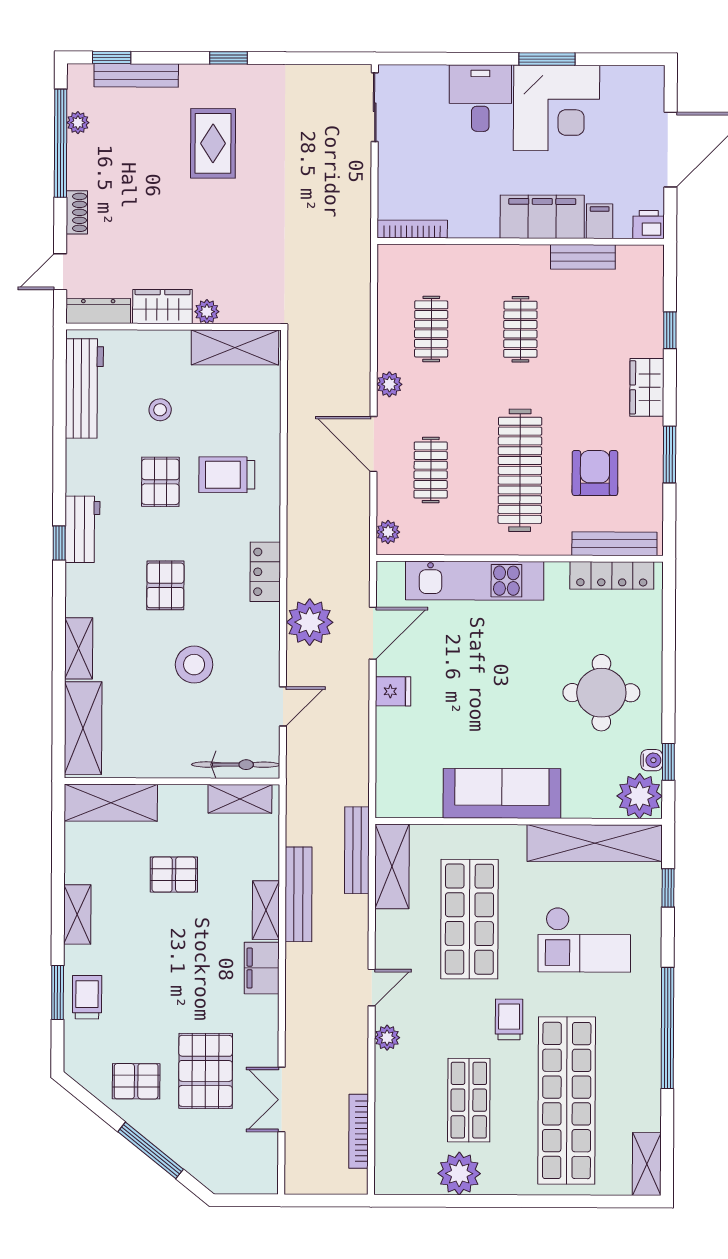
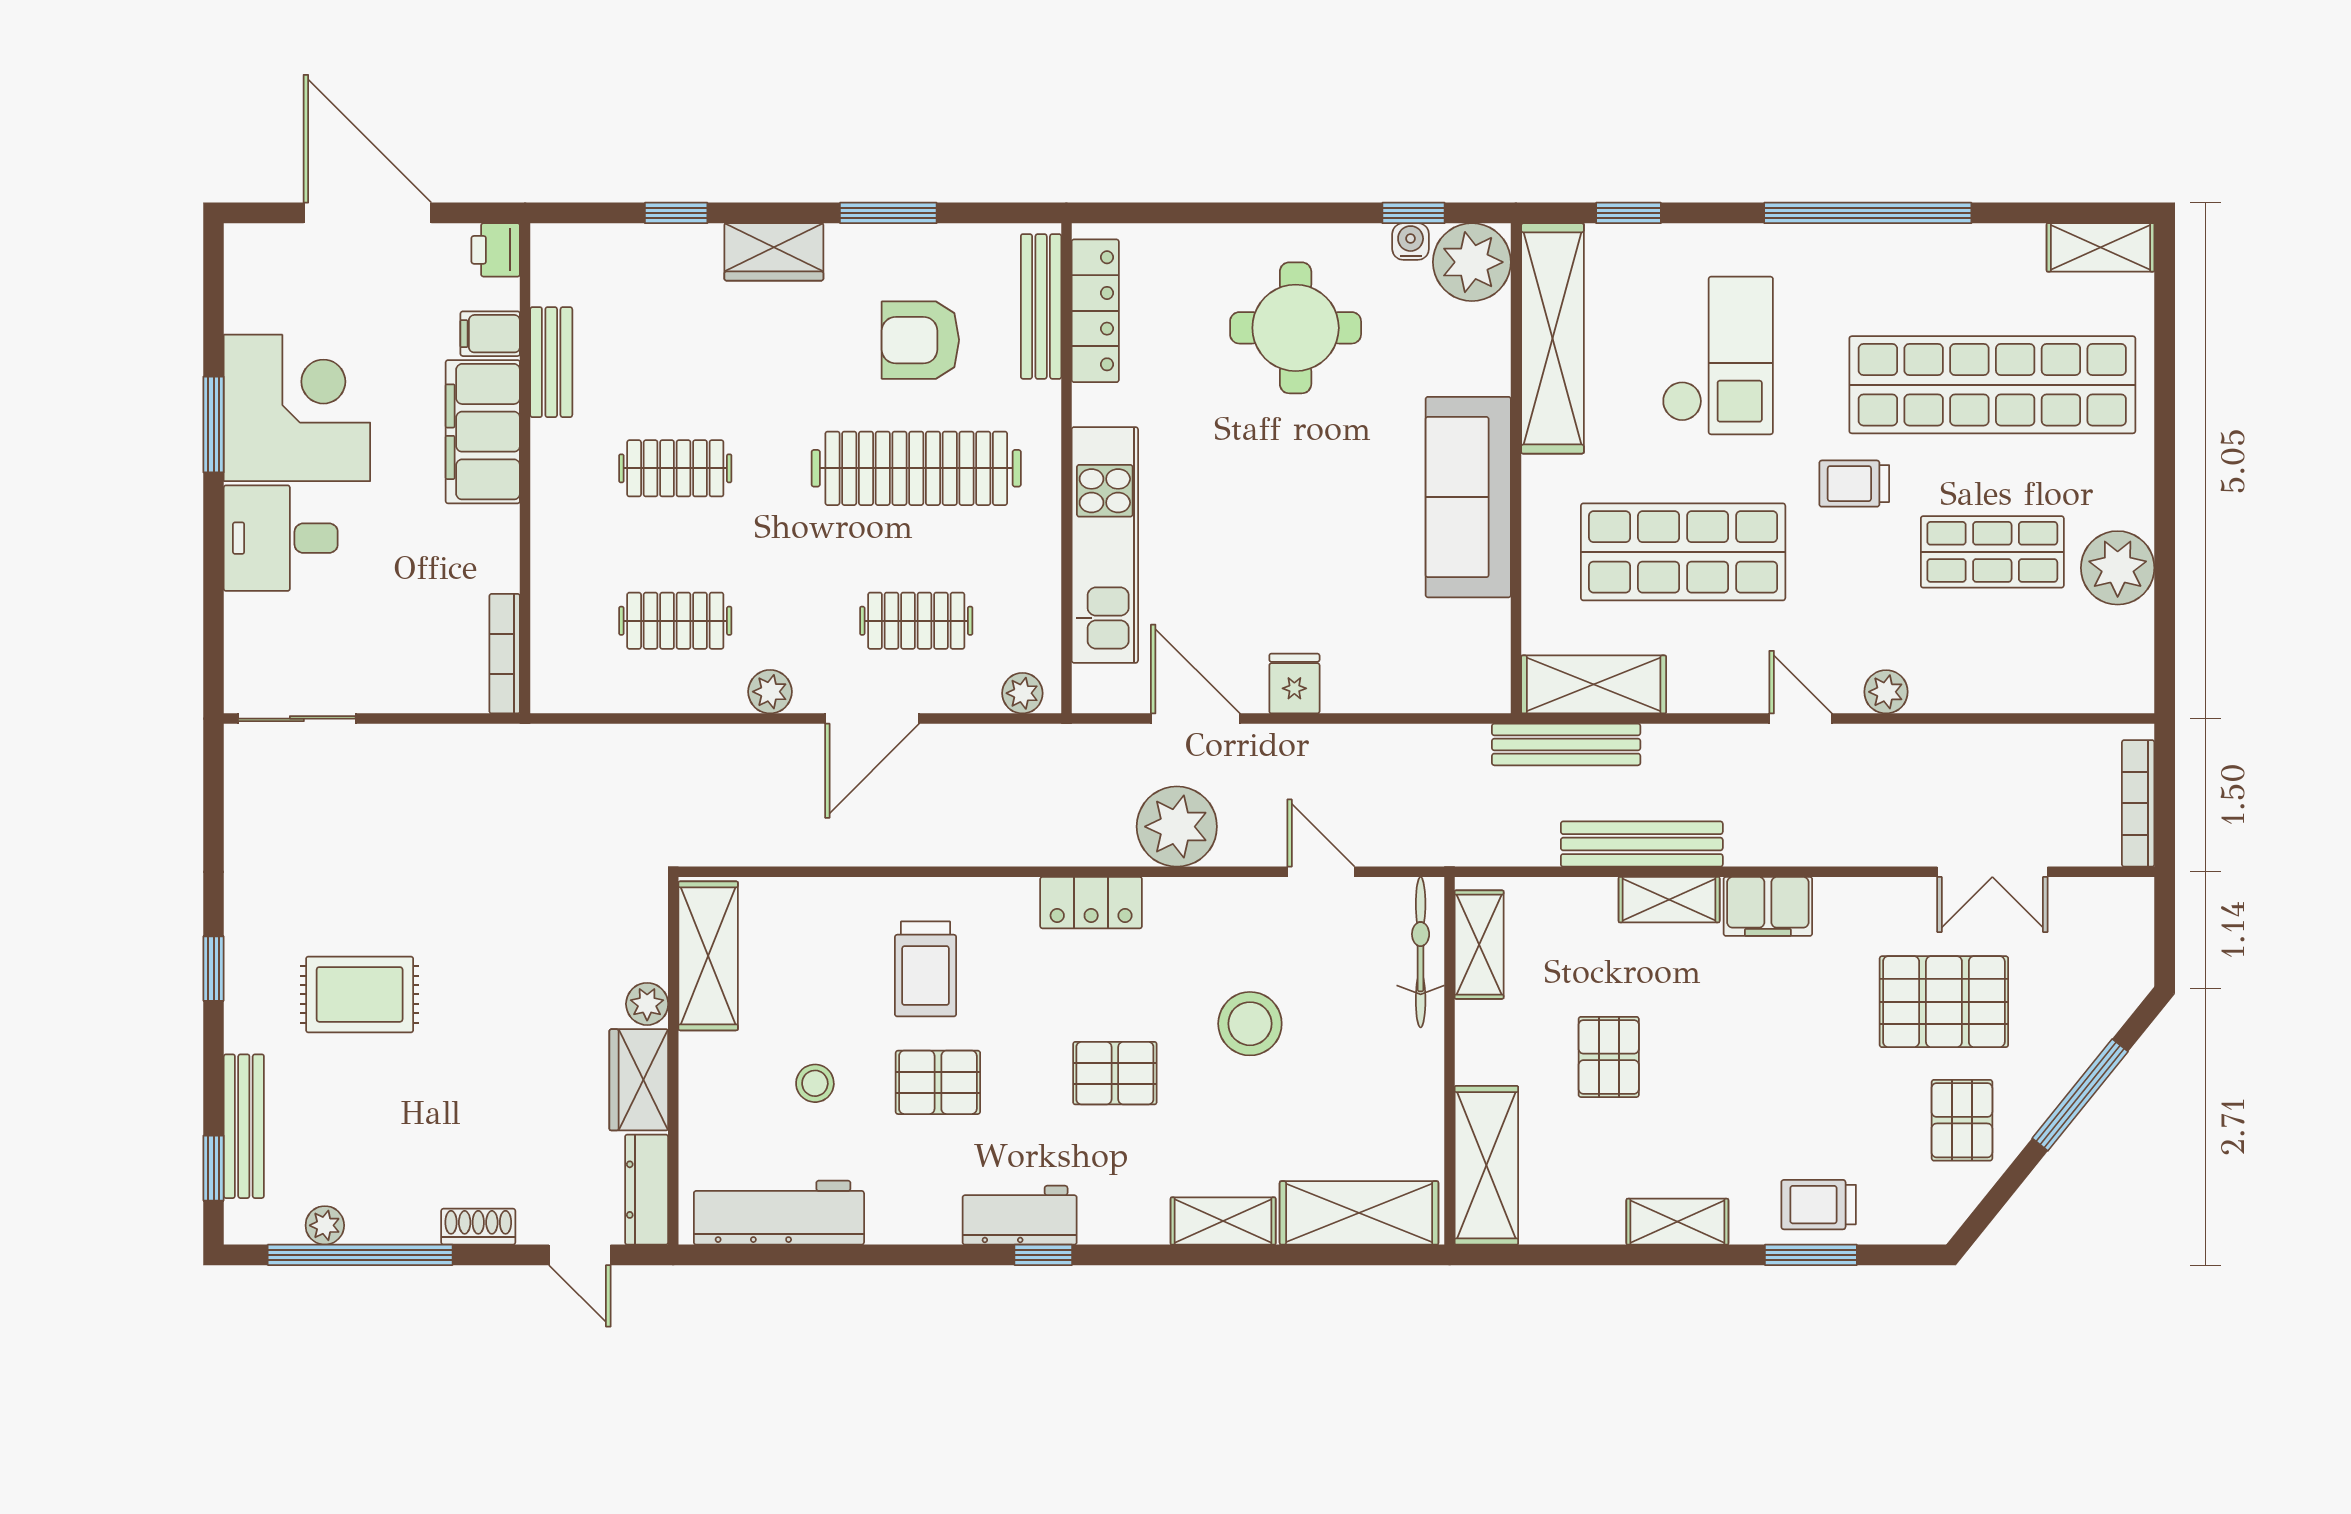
bookcase: (359, 1131) -> (2138, 803), moved, turned 90

